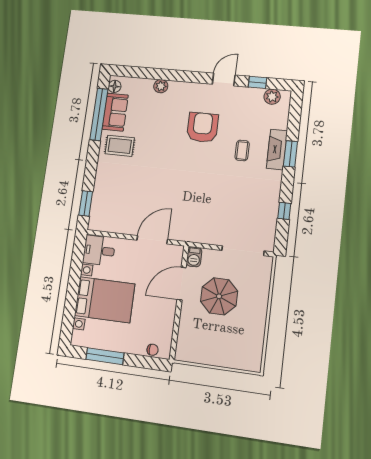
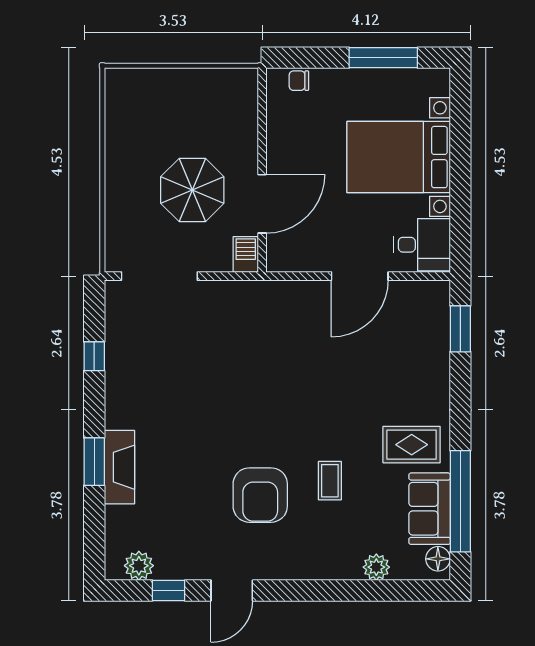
plant: (161, 86) -> (376, 567), moved
coffee table: (242, 151) -> (330, 481), moved
door: (152, 240) -> (360, 276), moved

